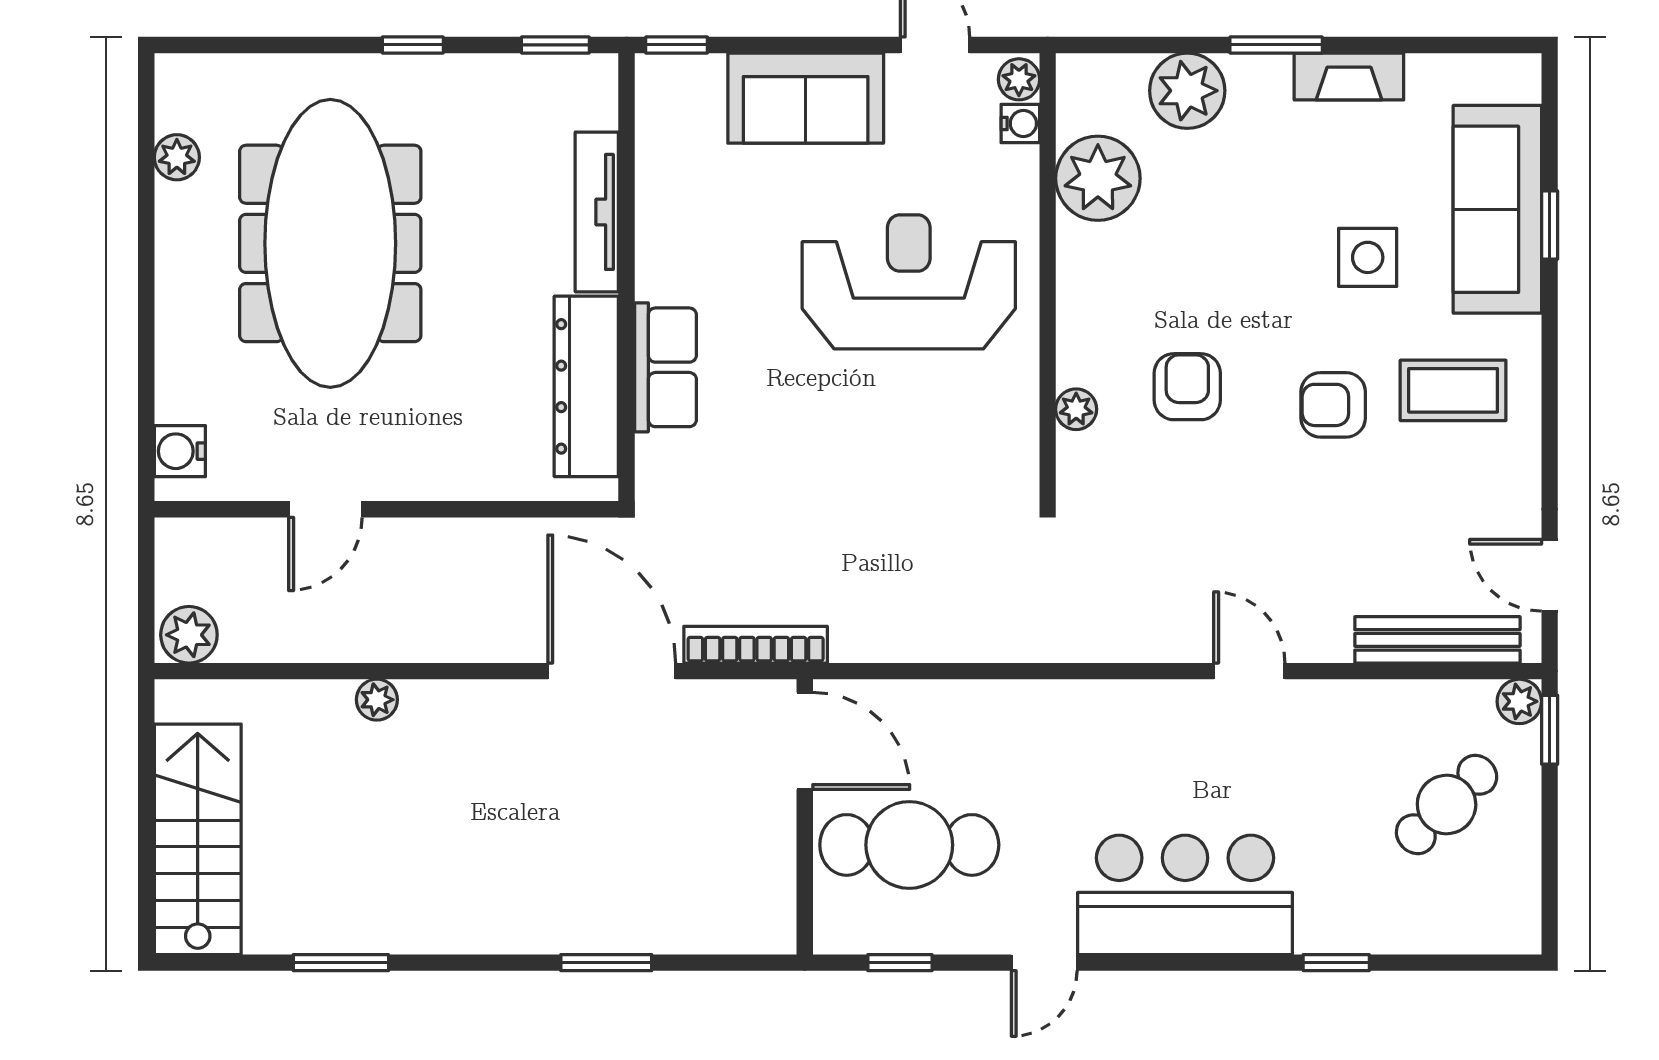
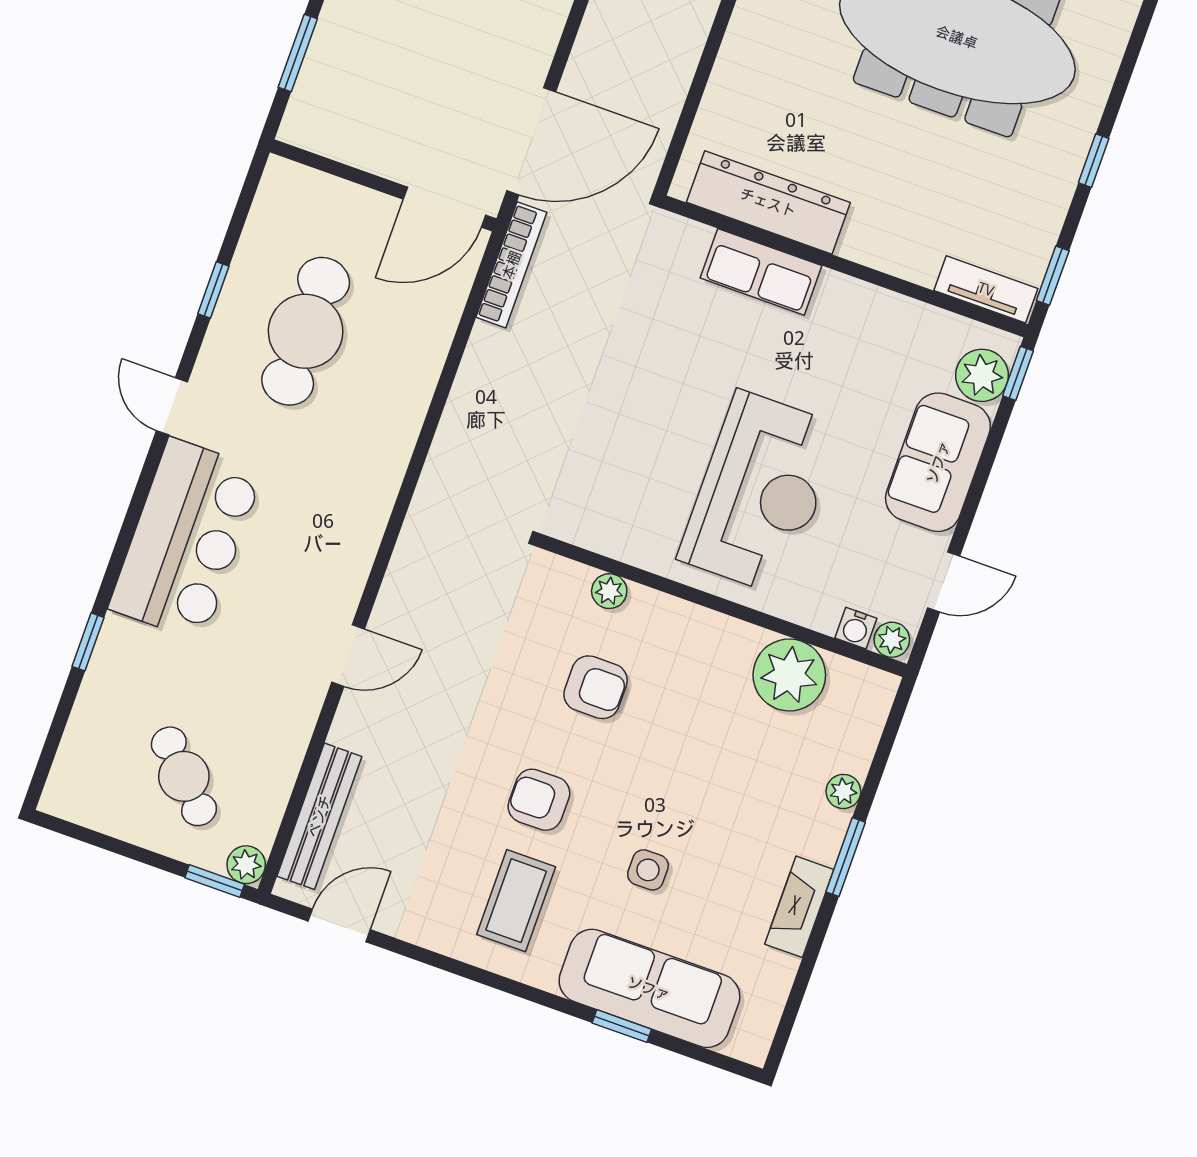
plant: (693, 84) -> (982, 375), added
plant: (1187, 91) -> (843, 791), width x0.53, depth x0.53
tv unit: (597, 212) -> (986, 289), moved, width x0.71
side table: (1368, 257) -> (648, 870), width x0.73, depth x0.73
armchair: (1333, 405) -> (539, 800), turned -90
door: (805, 741) -> (444, 207), moved
wall: (805, 817) -> (383, 185), moved

